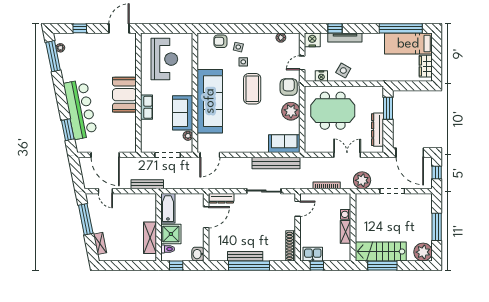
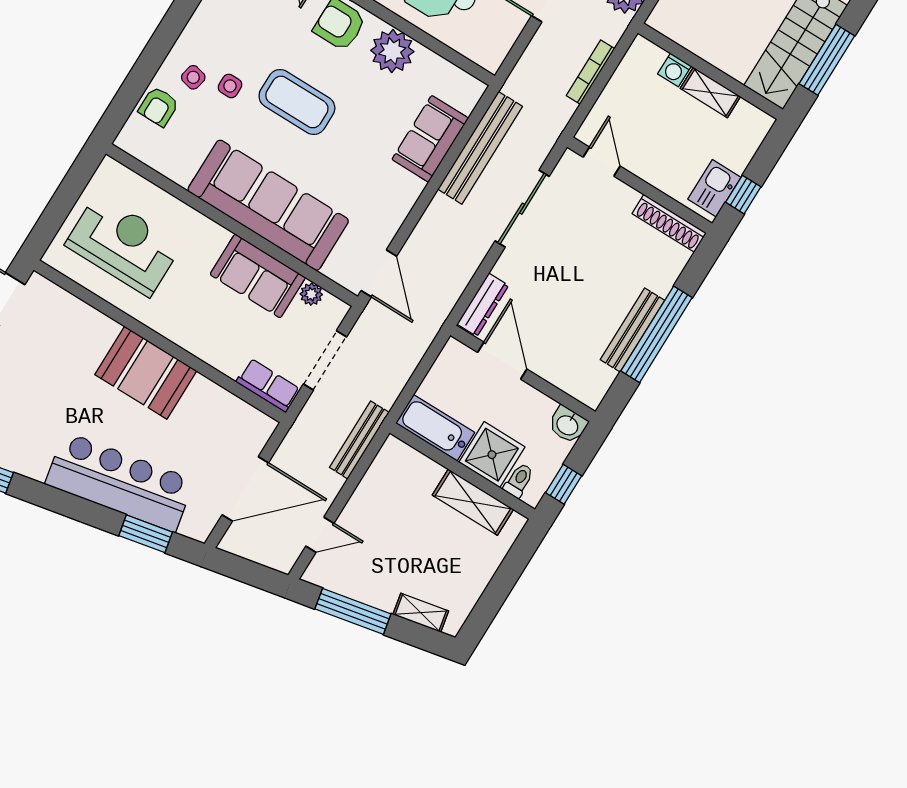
row of seats: (146, 107) -> (268, 385), moved
sofa: (284, 144) -> (430, 139), moved

